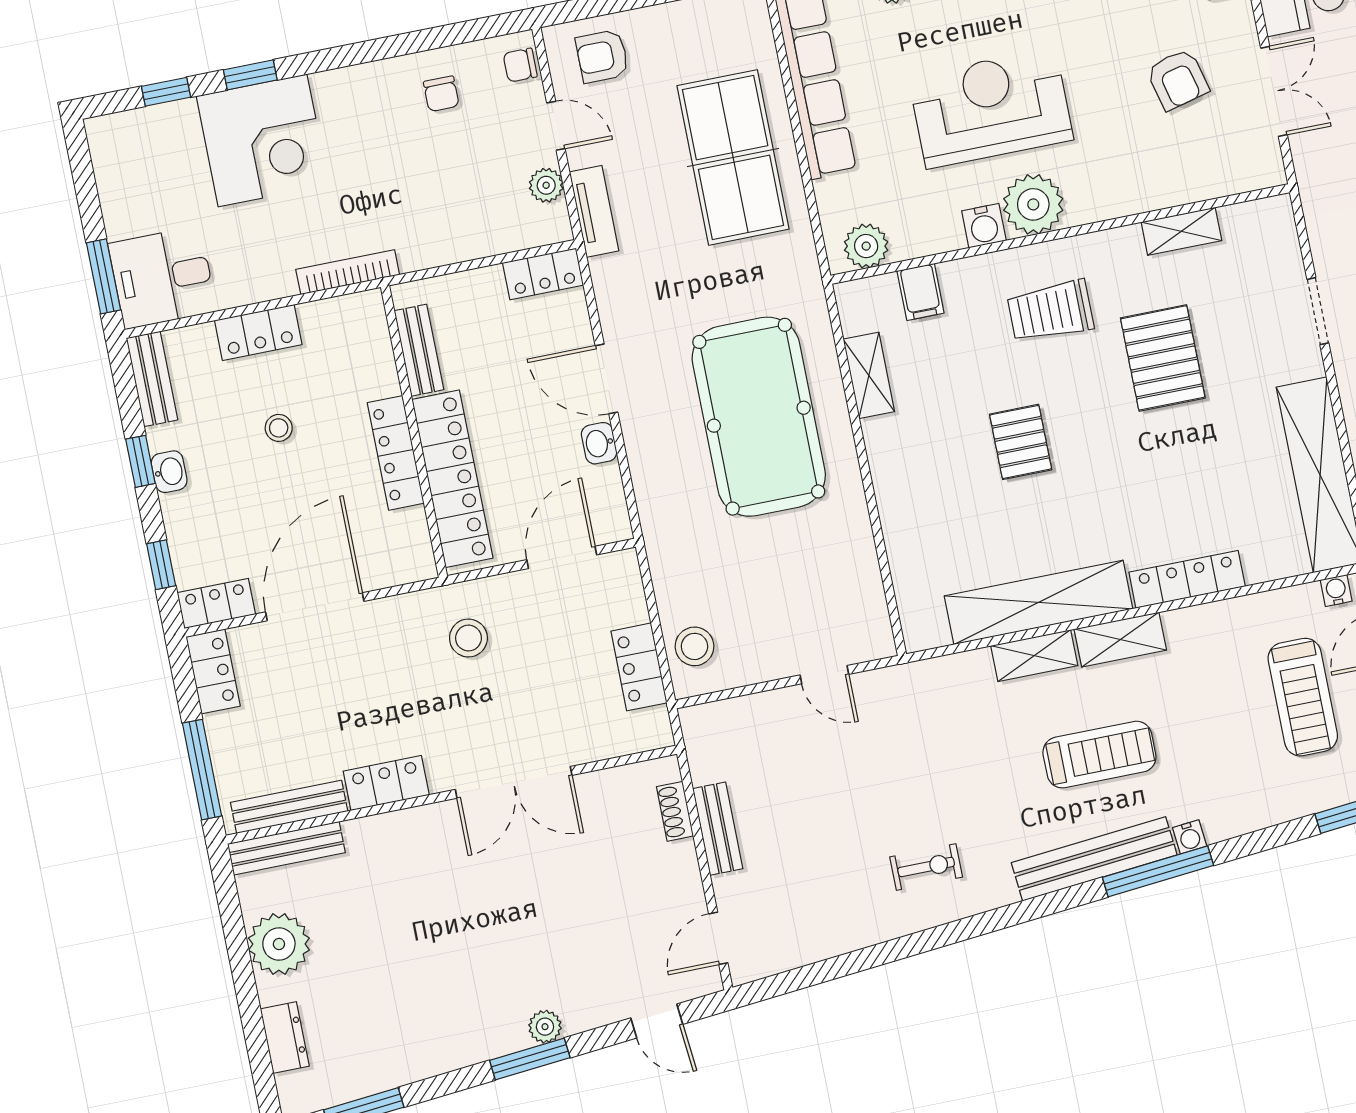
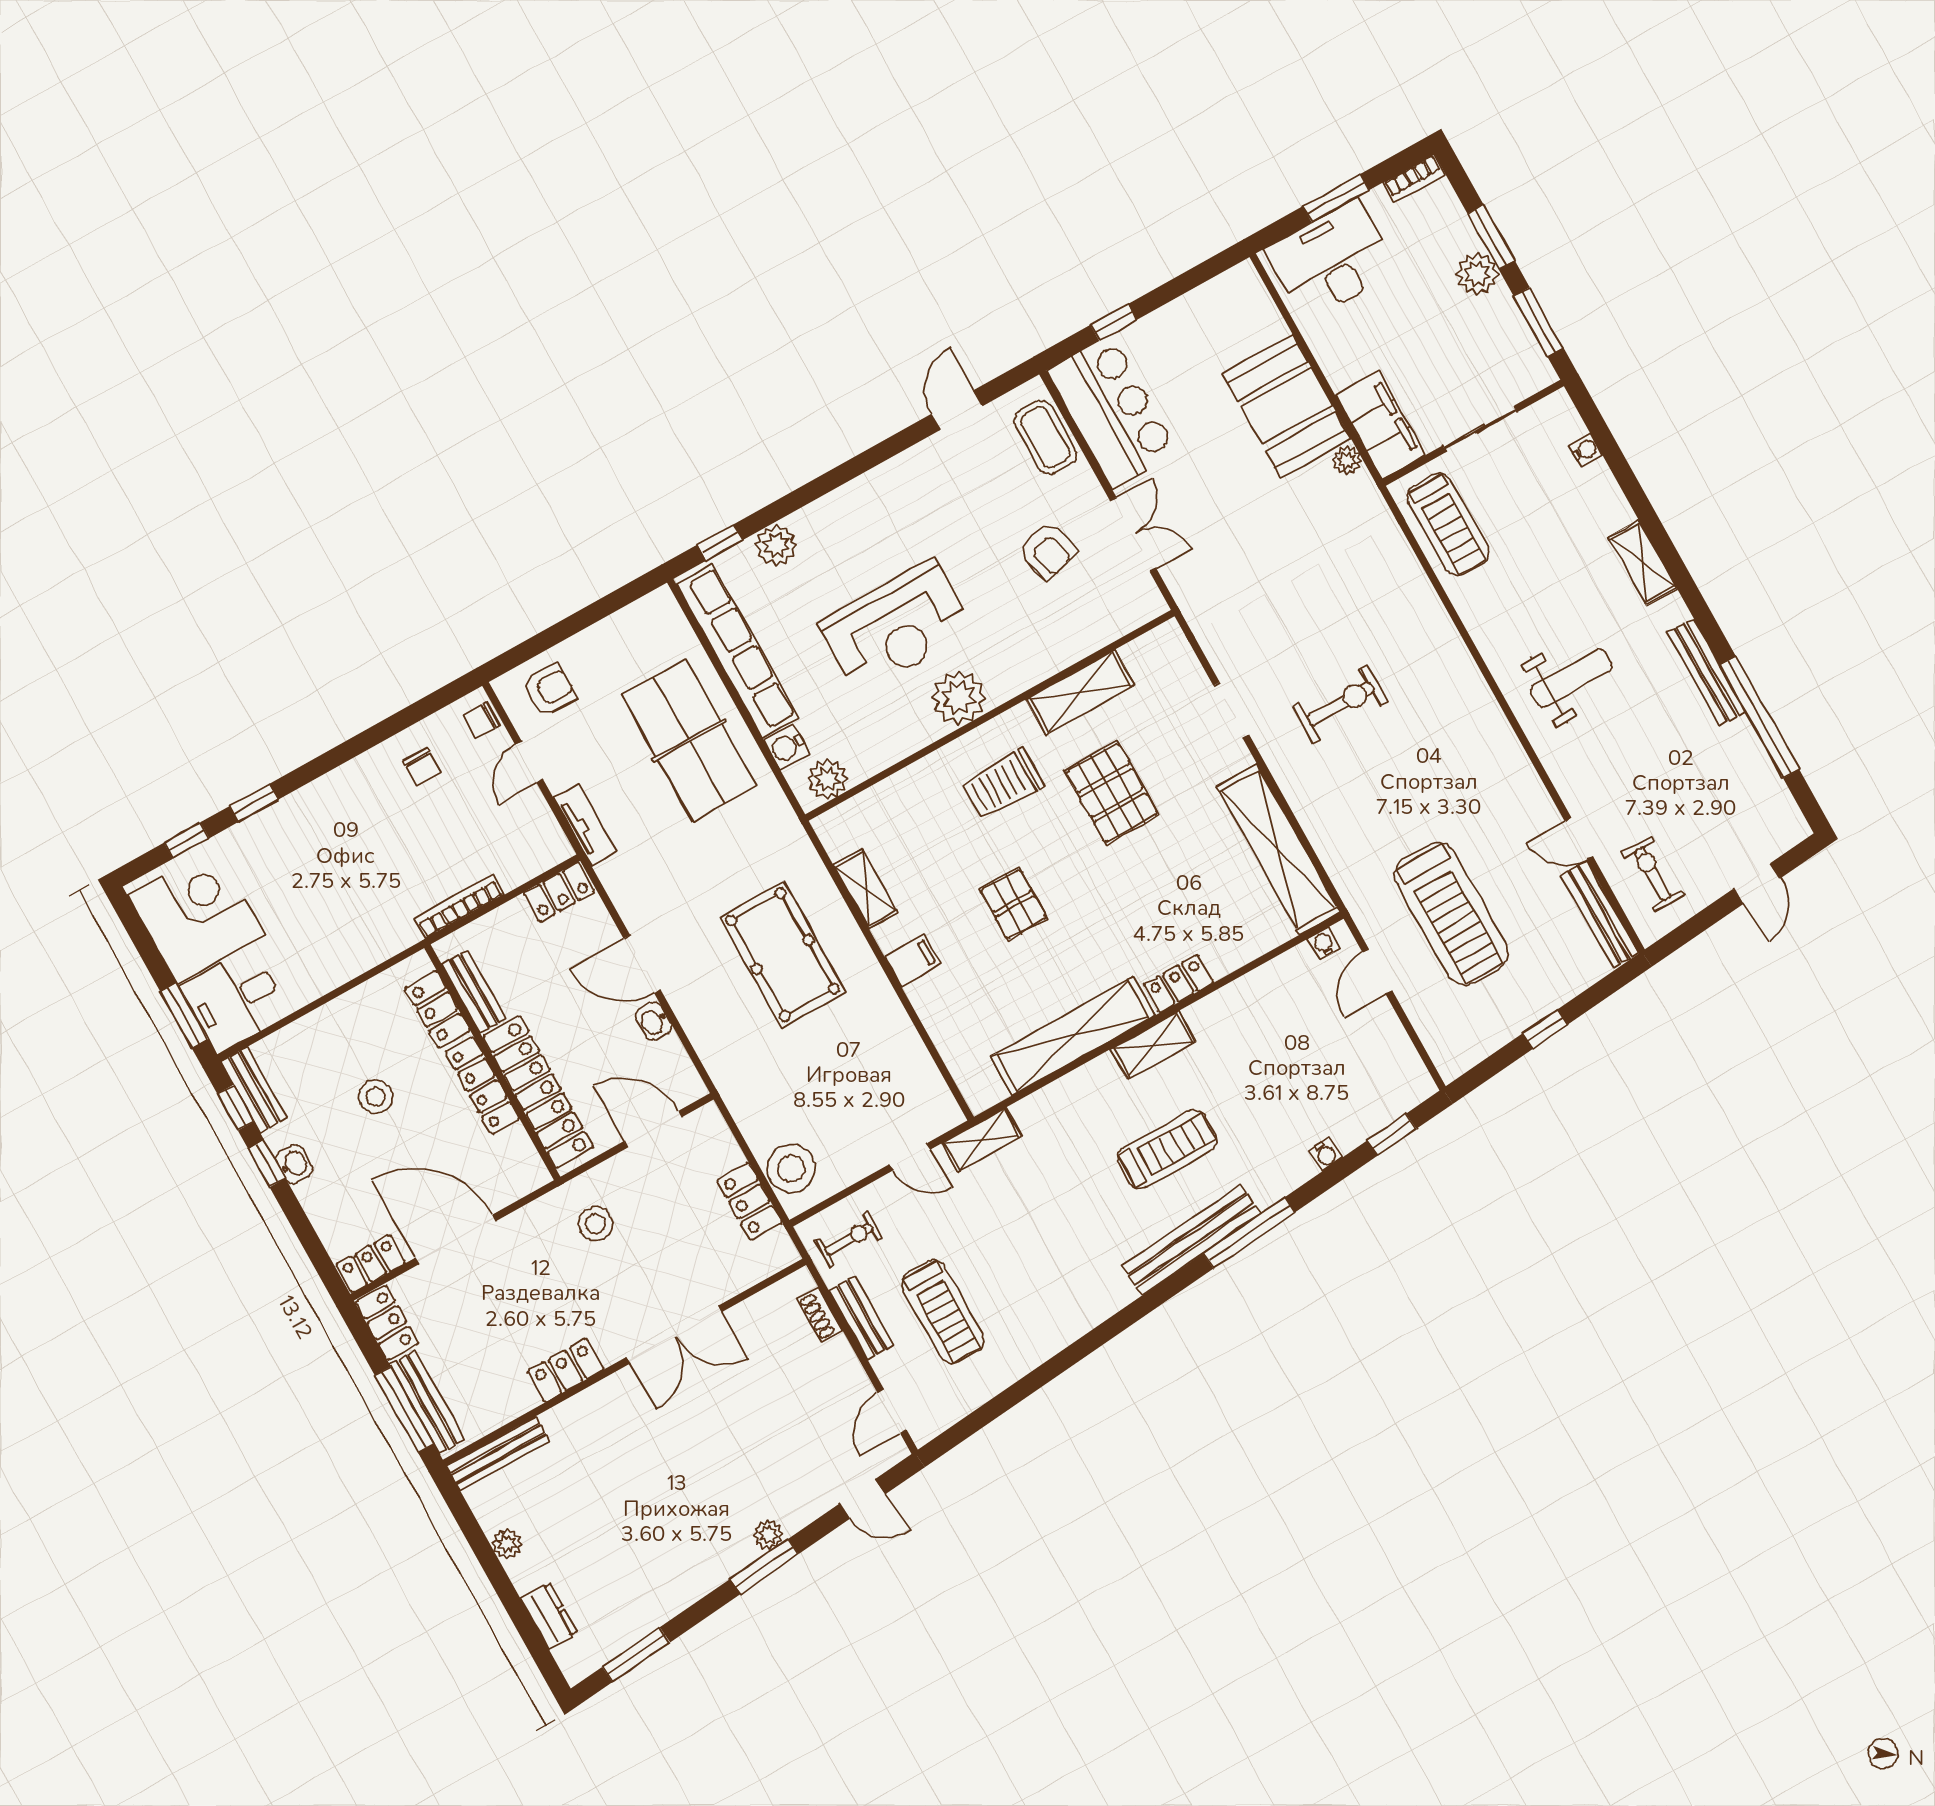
armchair: (602, 56) -> (549, 690), turned 180
reception desk: (991, 108) -> (896, 627), turned 180
door: (556, 126) -> (529, 762), swing flipped
corner desk: (263, 140) -> (197, 915), moved, turned -90
plant: (546, 185) -> (537, 815), removed
water cooler: (984, 226) -> (787, 747), moved, turned 90
shelving: (1181, 231) -> (1080, 692), width x1.50, depth x1.33
bookcase: (348, 272) -> (459, 907), moved
filing cabinet: (921, 292) -> (913, 960), moved, turned -90
locker: (258, 332) -> (437, 1009), moved, turned 90
pool table: (759, 417) -> (783, 955), width x0.73, depth x0.76
stool: (279, 428) -> (376, 1097), width x1.37, depth x1.37
door: (562, 557) -> (653, 1129), hinge flipped
window: (161, 565) -> (236, 1108), moved
locker: (1187, 579) -> (1178, 984), width x0.66
door: (315, 607) -> (456, 1239), hinge flipped
stool: (695, 646) -> (791, 1169), width x1.38, depth x1.38
shelving: (1034, 656) -> (982, 1140), moved
treadmill: (1303, 697) -> (943, 1312), moved
bench: (289, 807) -> (427, 1402), moved, turned 90
water cooler: (1190, 837) -> (1326, 1154), moved
exercise bike: (926, 867) -> (849, 1239), moved
plant: (279, 944) -> (507, 1544), width x0.53, depth x0.53

